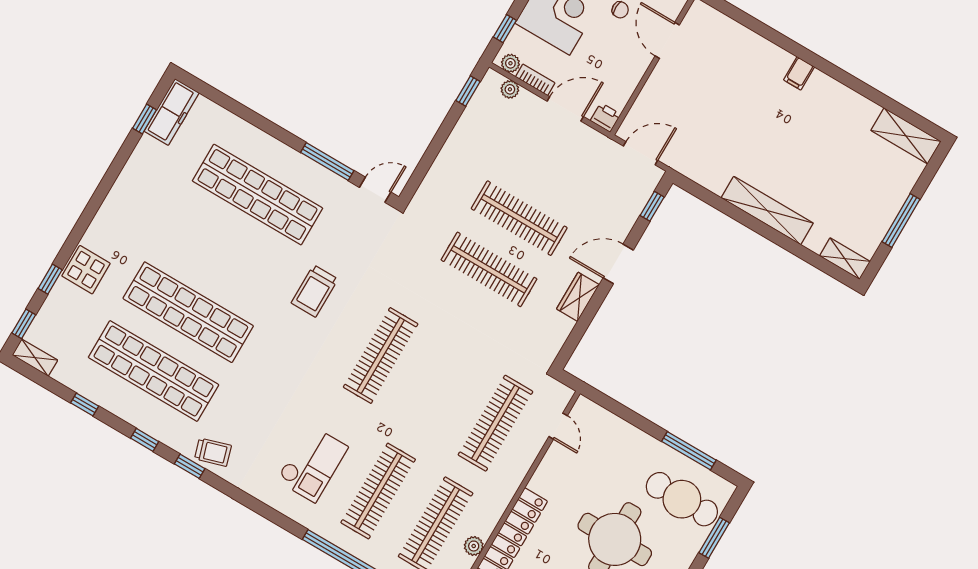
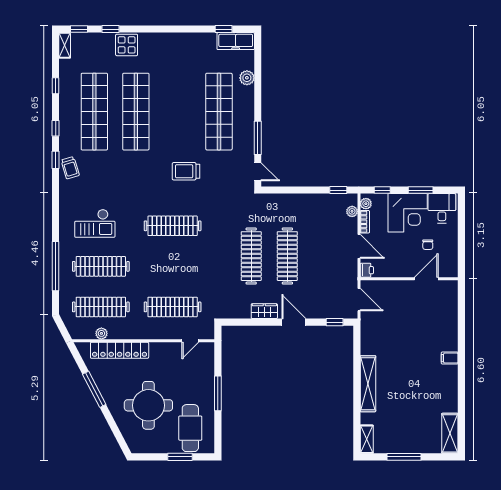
plant: (233, 127) -> (247, 78), added
window: (689, 451) -> (218, 393), moved

